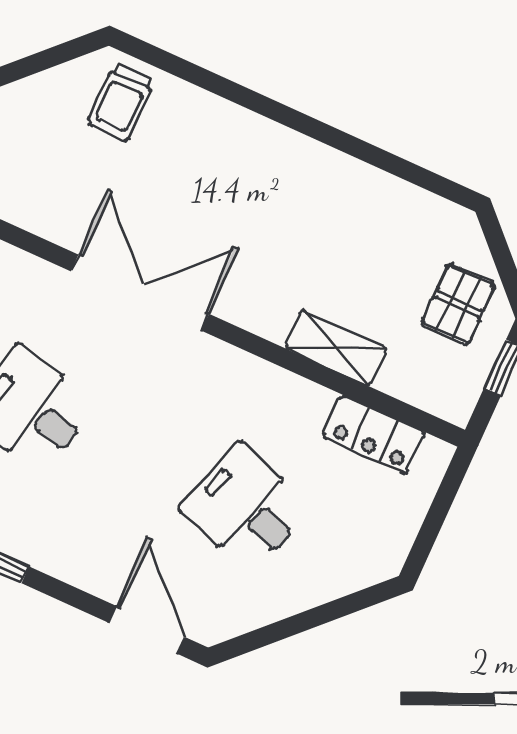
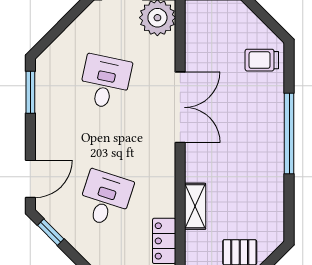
window: (280, 113) -> (289, 133), added
window: (262, 637) -> (51, 232), added

